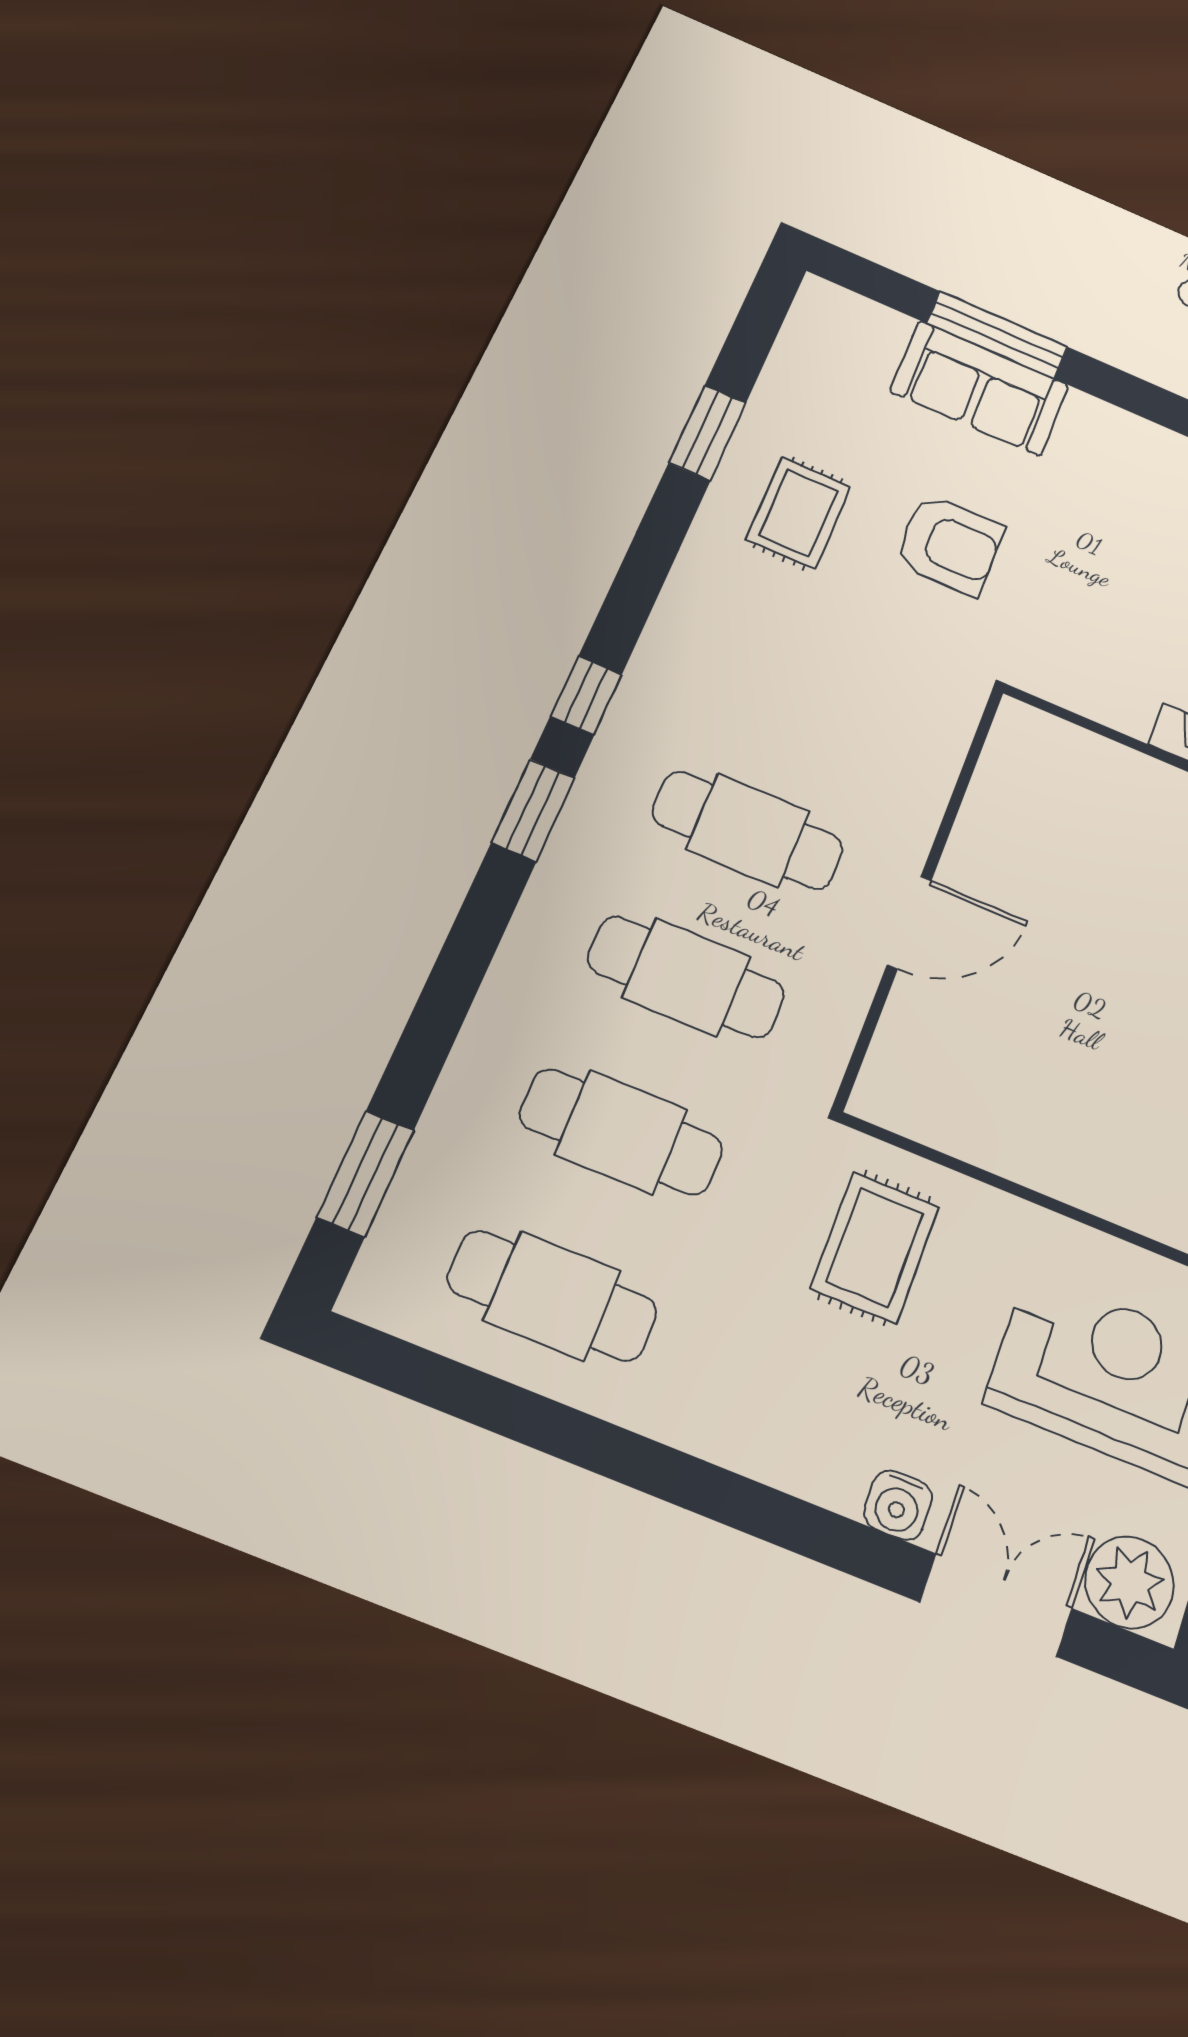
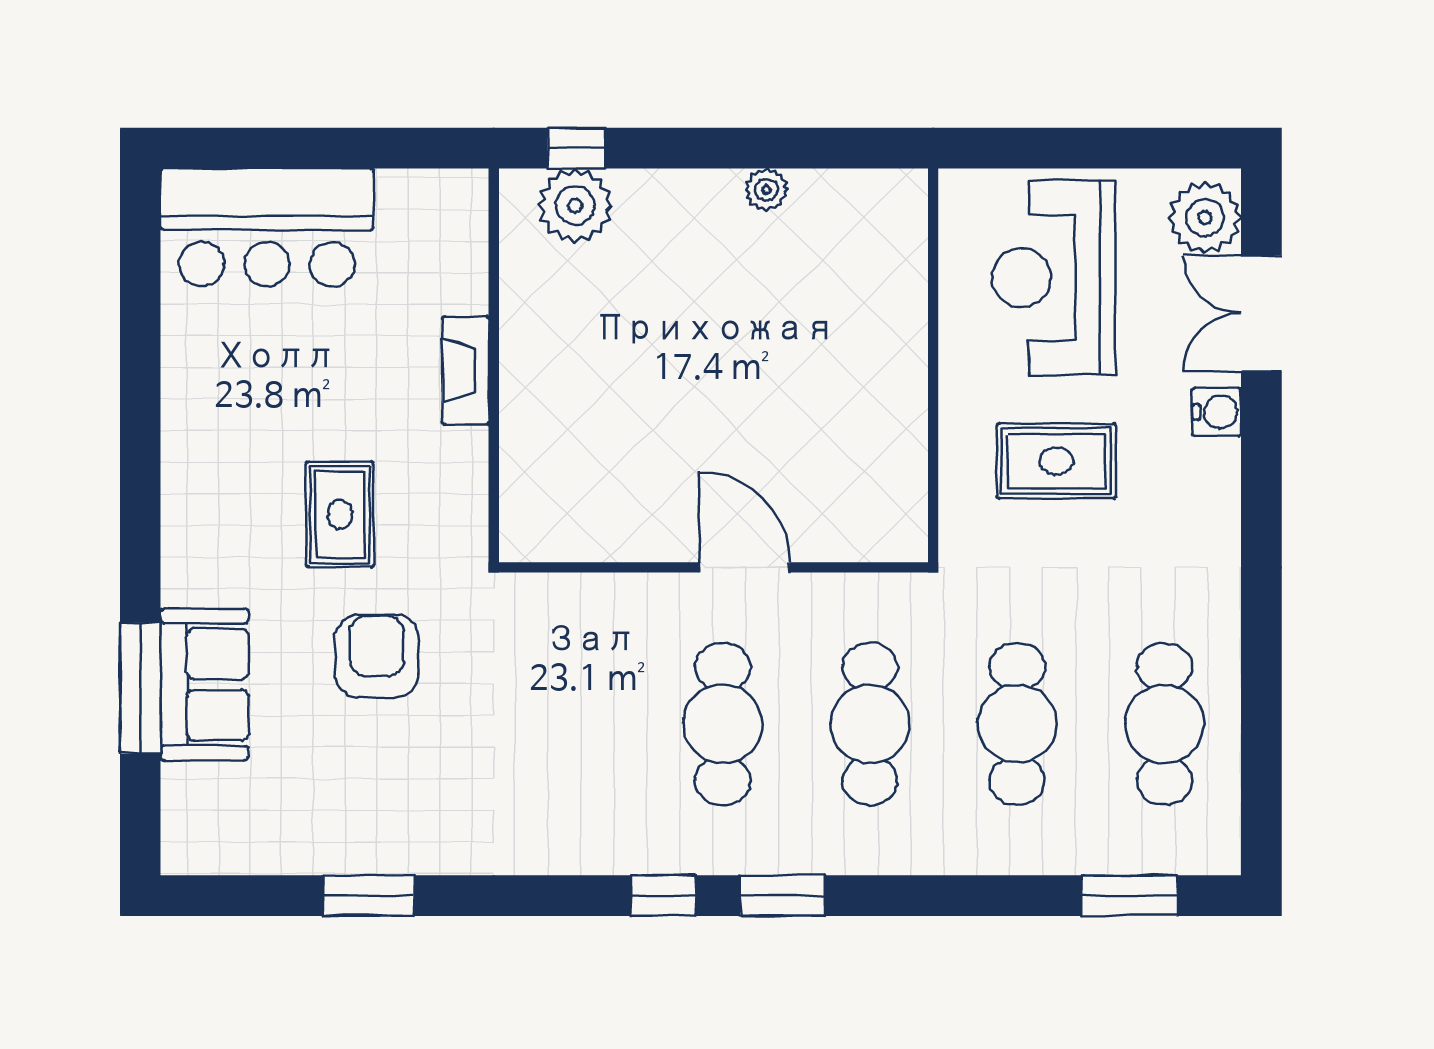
rug: (798, 513) -> (340, 514), moved, turned 90
rug: (875, 1247) -> (1056, 461), moved

